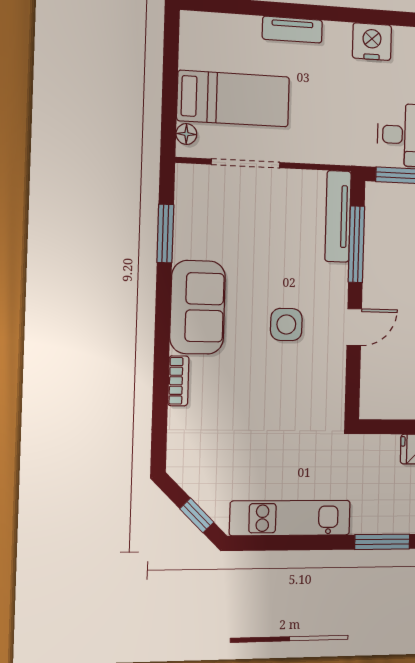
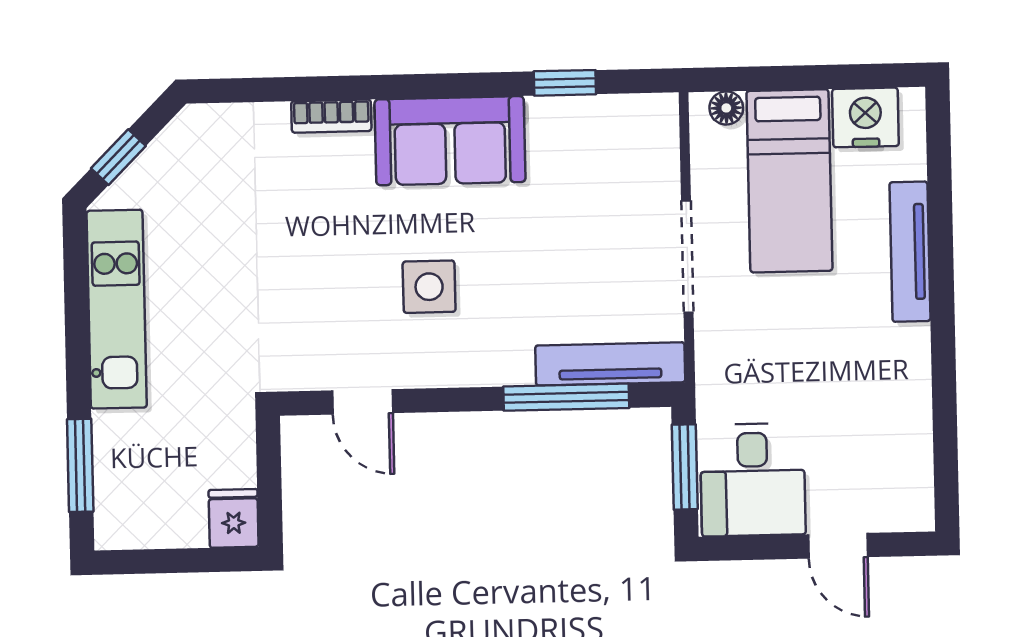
tv unit: (292, 30) -> (910, 252), width x1.41
nightstand: (372, 42) -> (865, 117), moved, turned -90
doorway: (246, 163) -> (687, 256), moved
window: (165, 233) -> (565, 83), width x0.67
door: (354, 327) -> (363, 402), moved

